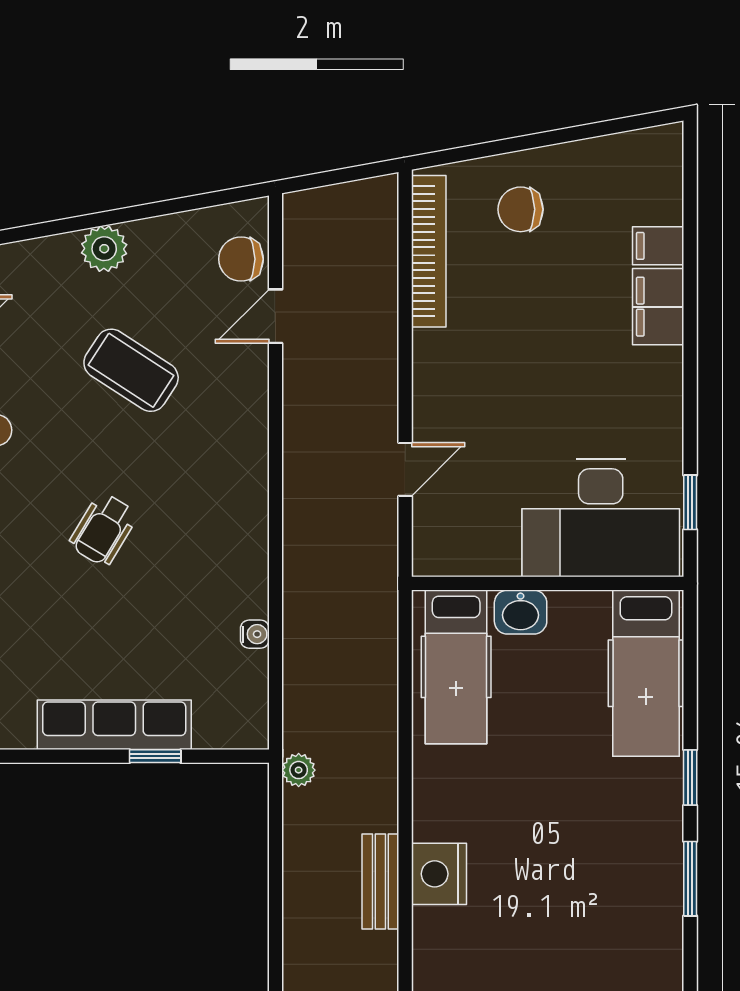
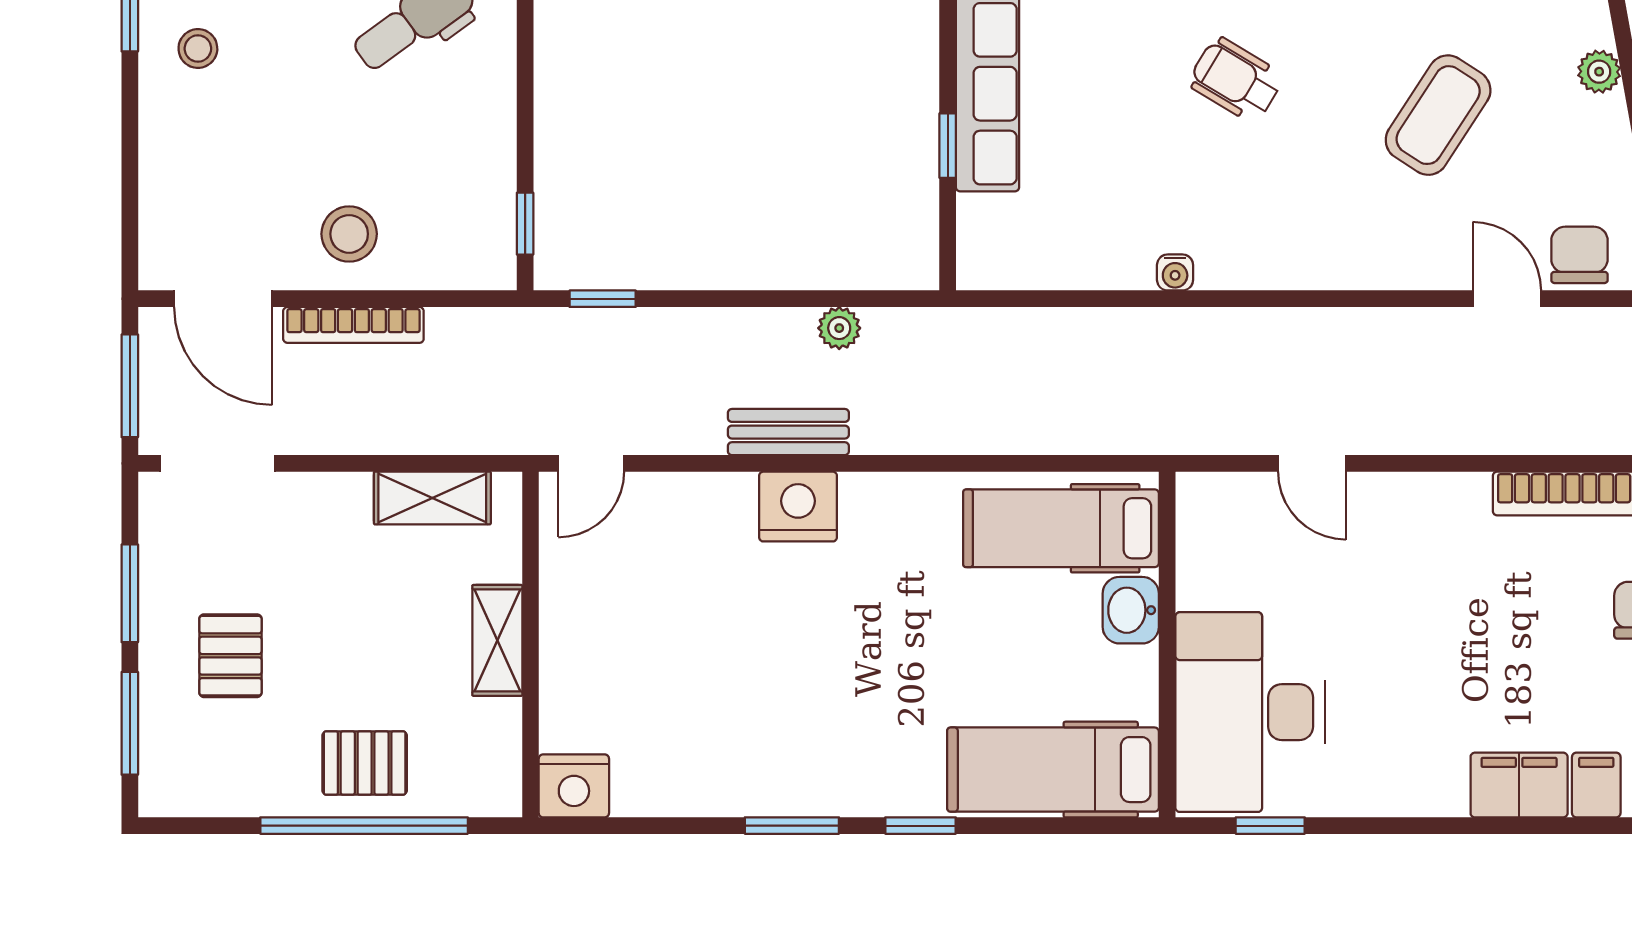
plant: (104, 249) -> (1599, 72), width x0.73, depth x0.73
water cooler: (255, 634) -> (1175, 272), moved
plant: (299, 770) -> (839, 328), moved

